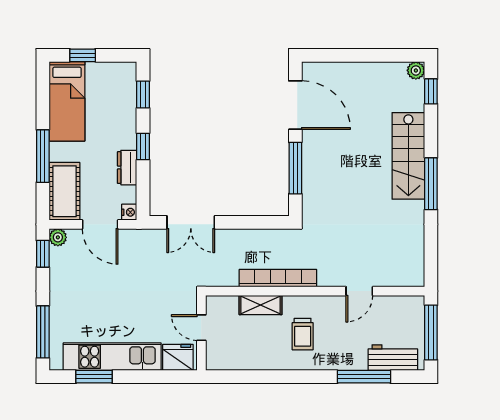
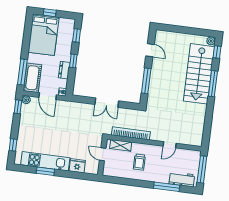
bed: (67, 101) -> (44, 35), width x1.50
door: (295, 105) -> (150, 50), width x0.53
window: (43, 156) -> (22, 72), moved
stairs: (408, 156) -> (199, 74), width x1.36, depth x1.51
window: (431, 184) -> (213, 84), moved
double door: (191, 222) -> (107, 103), moved
door: (201, 328) -> (103, 154), moved
window: (43, 332) -> (13, 145), width x0.46
wall: (201, 333) -> (102, 157), moved
window: (94, 377) -> (45, 171), moved

